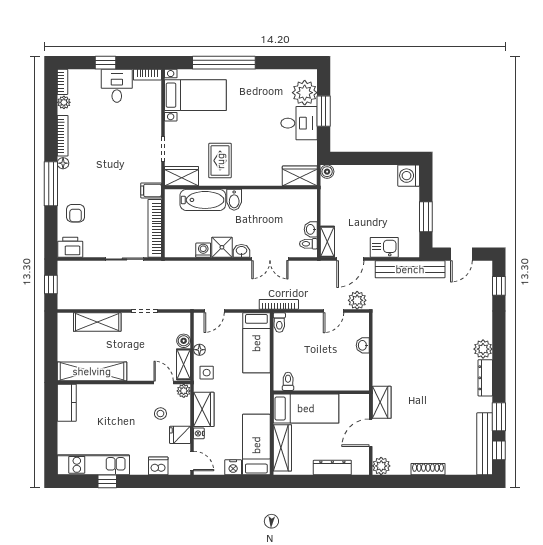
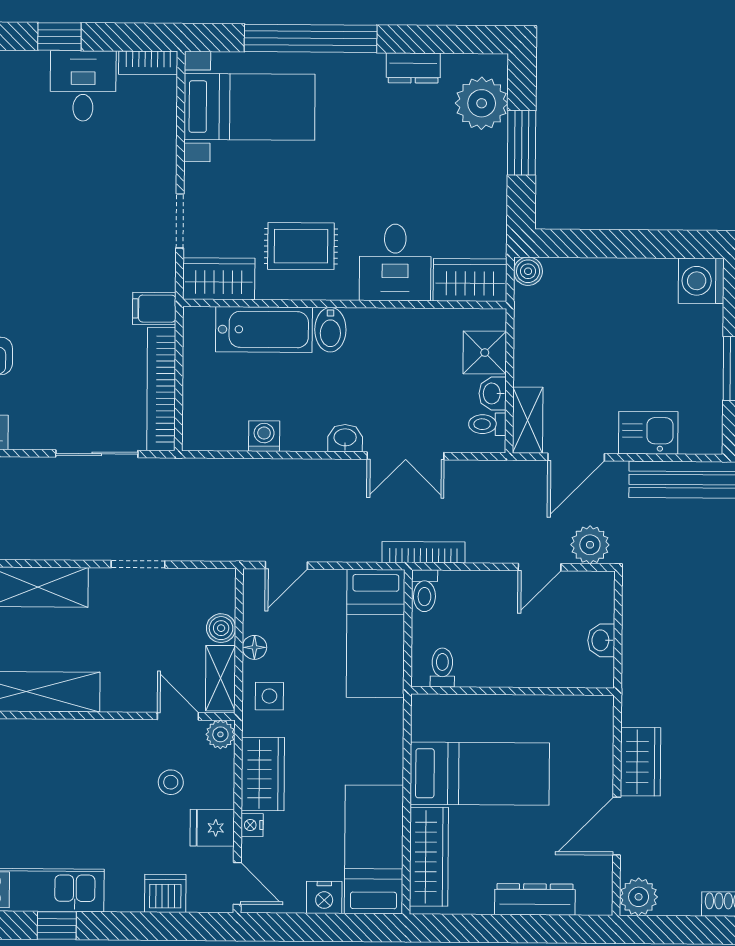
dresser: (272, 76) -> (413, 68), added
desk: (299, 123) -> (395, 262), moved, turned 90
rug: (220, 161) -> (301, 246), turned 90
shower: (222, 247) -> (485, 353), moved
toilet: (288, 381) -> (442, 667), moved
wall: (321, 392) -> (513, 691), moved

